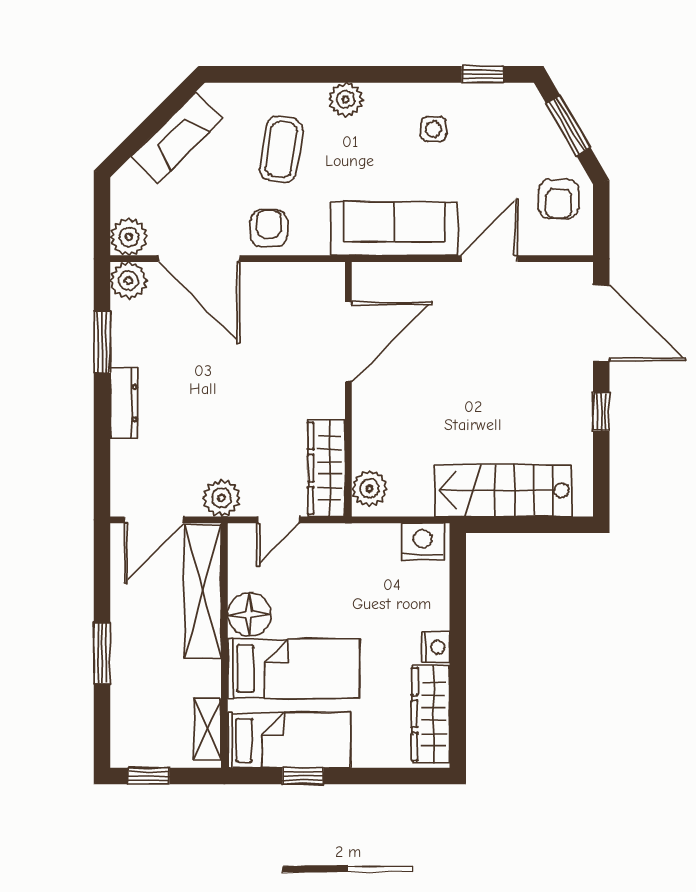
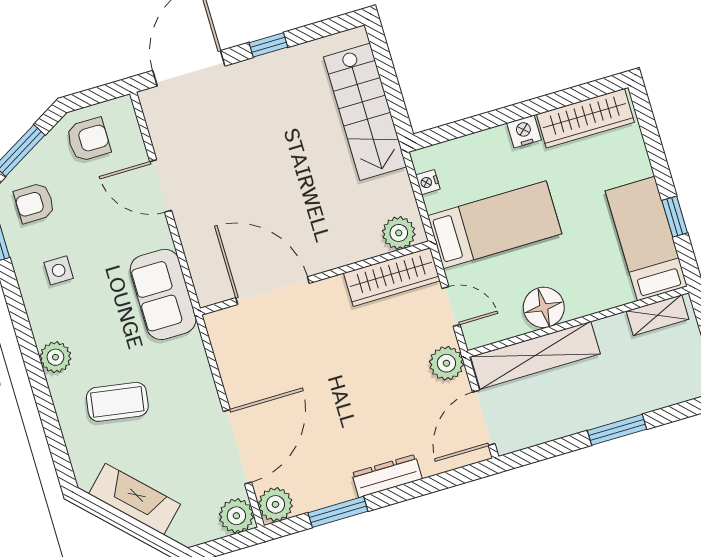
armchair: (269, 228) -> (34, 203), moved
sofa: (394, 229) -> (163, 294), width x0.73
door: (154, 520) -> (484, 418), swing flipped
nightstand: (423, 542) -> (428, 182), width x0.53, depth x0.56
bed: (294, 669) -> (495, 225), moved, turned 90

